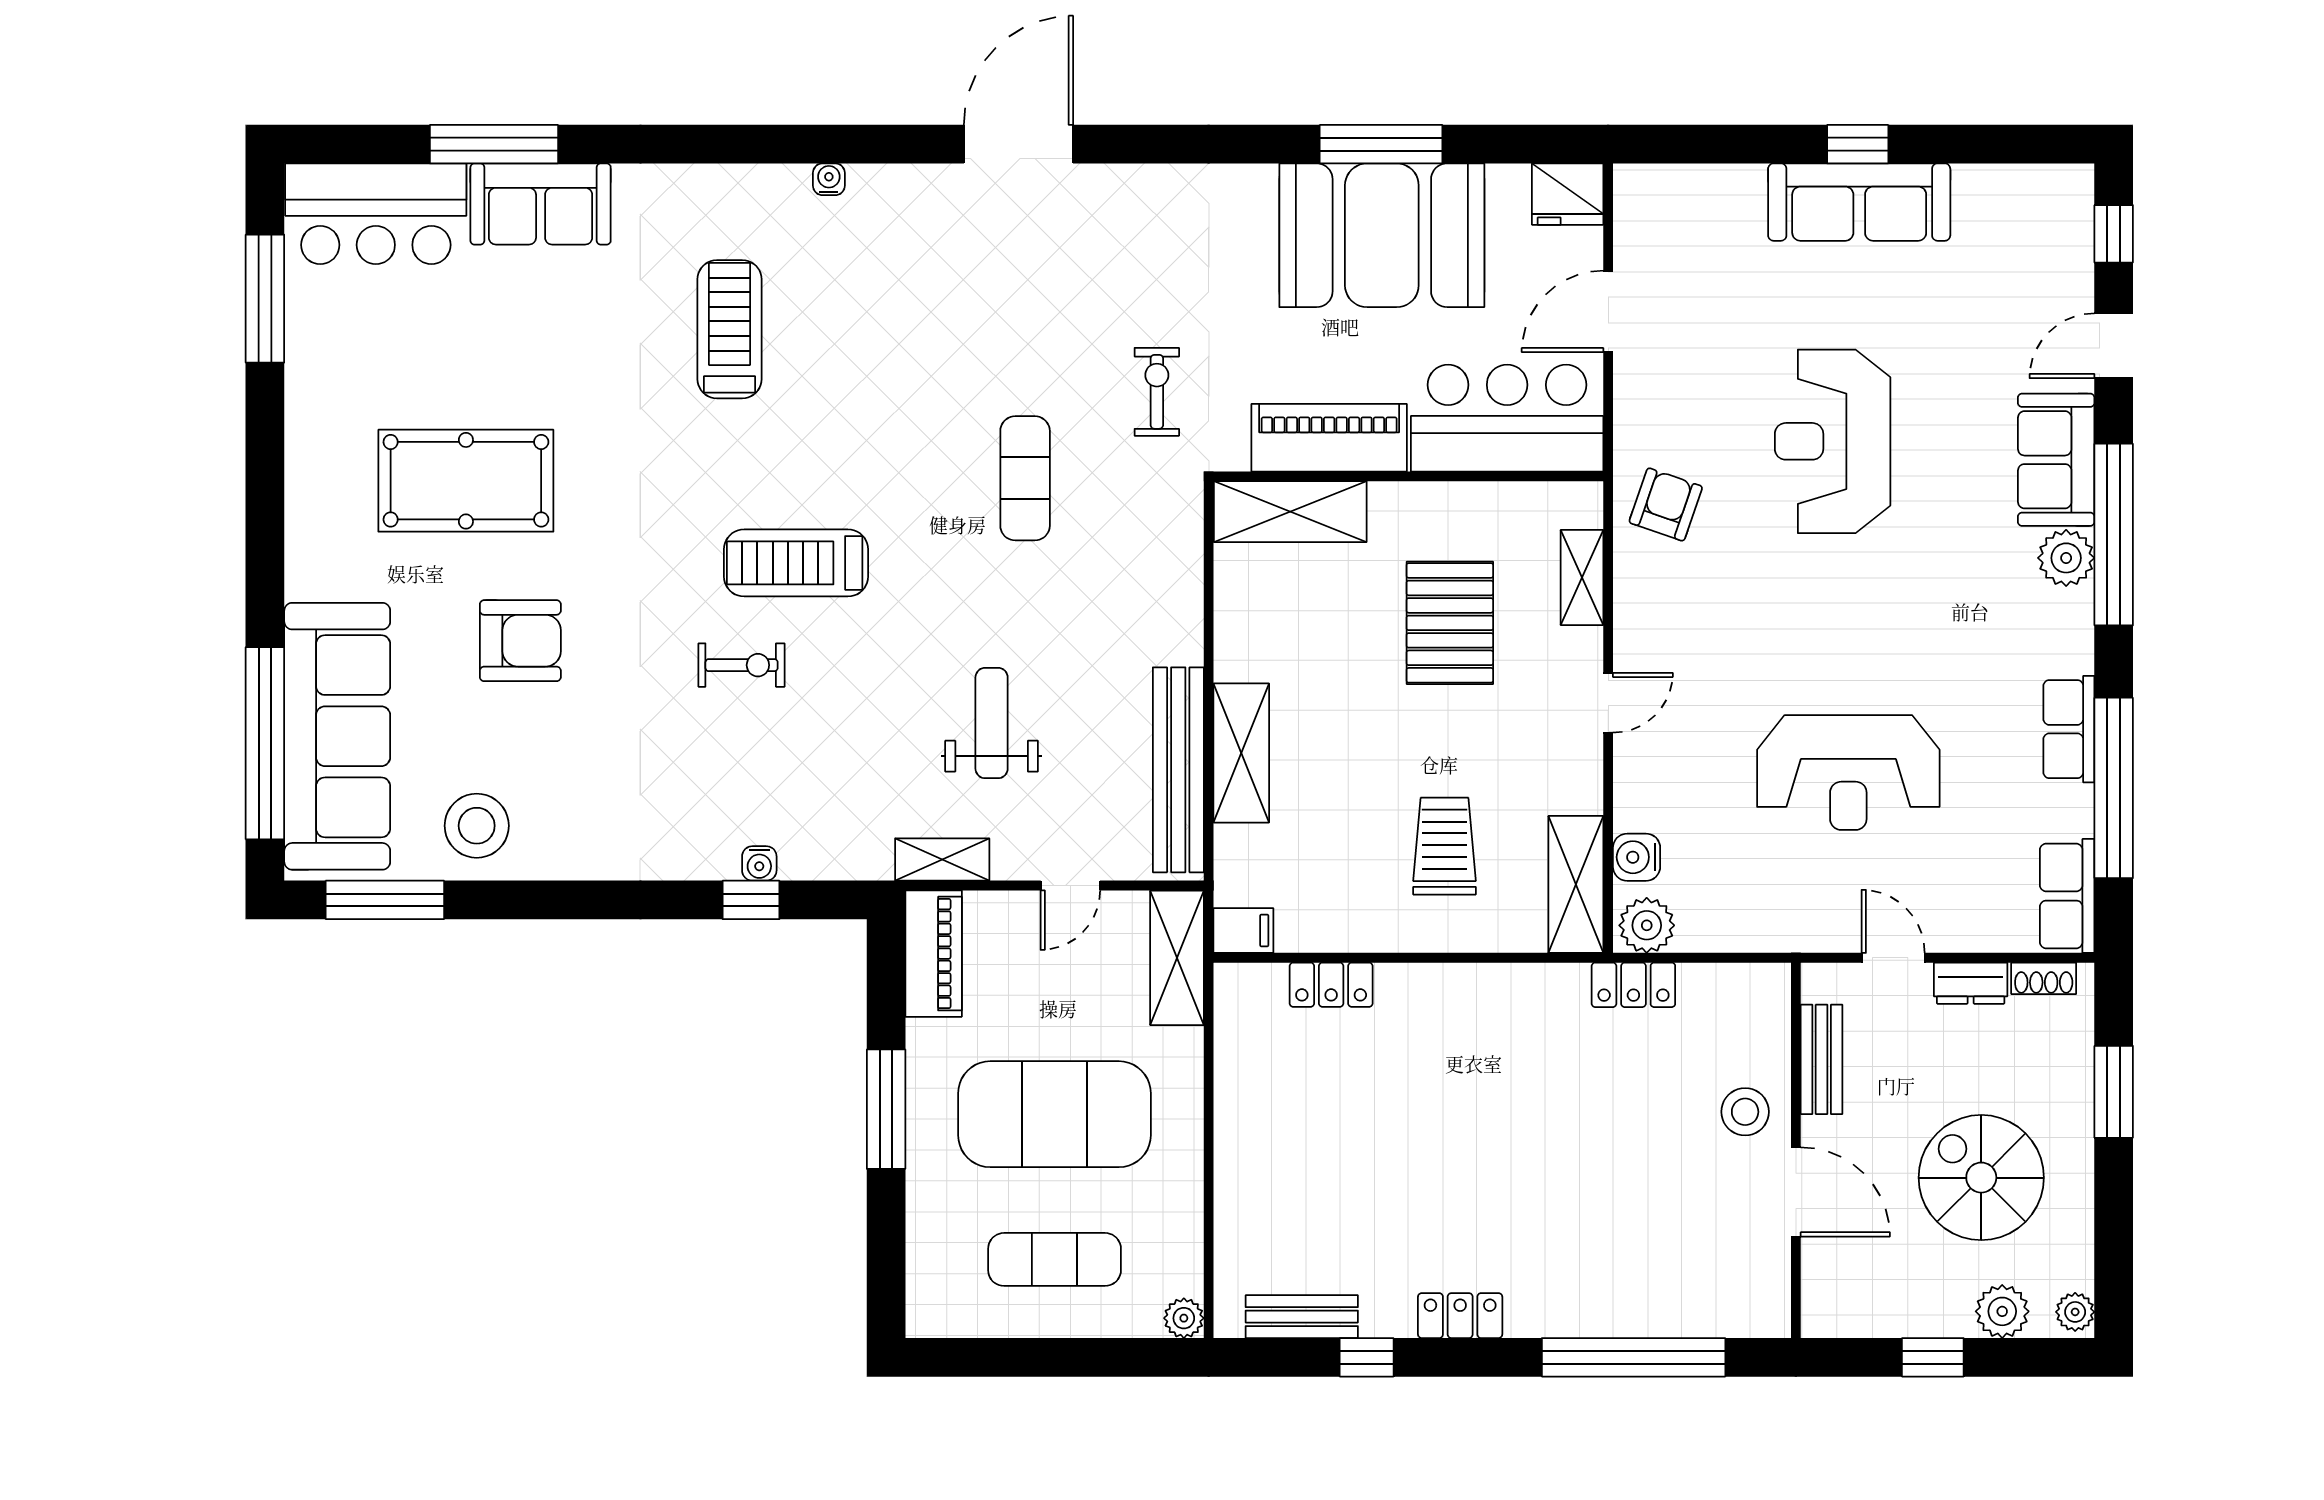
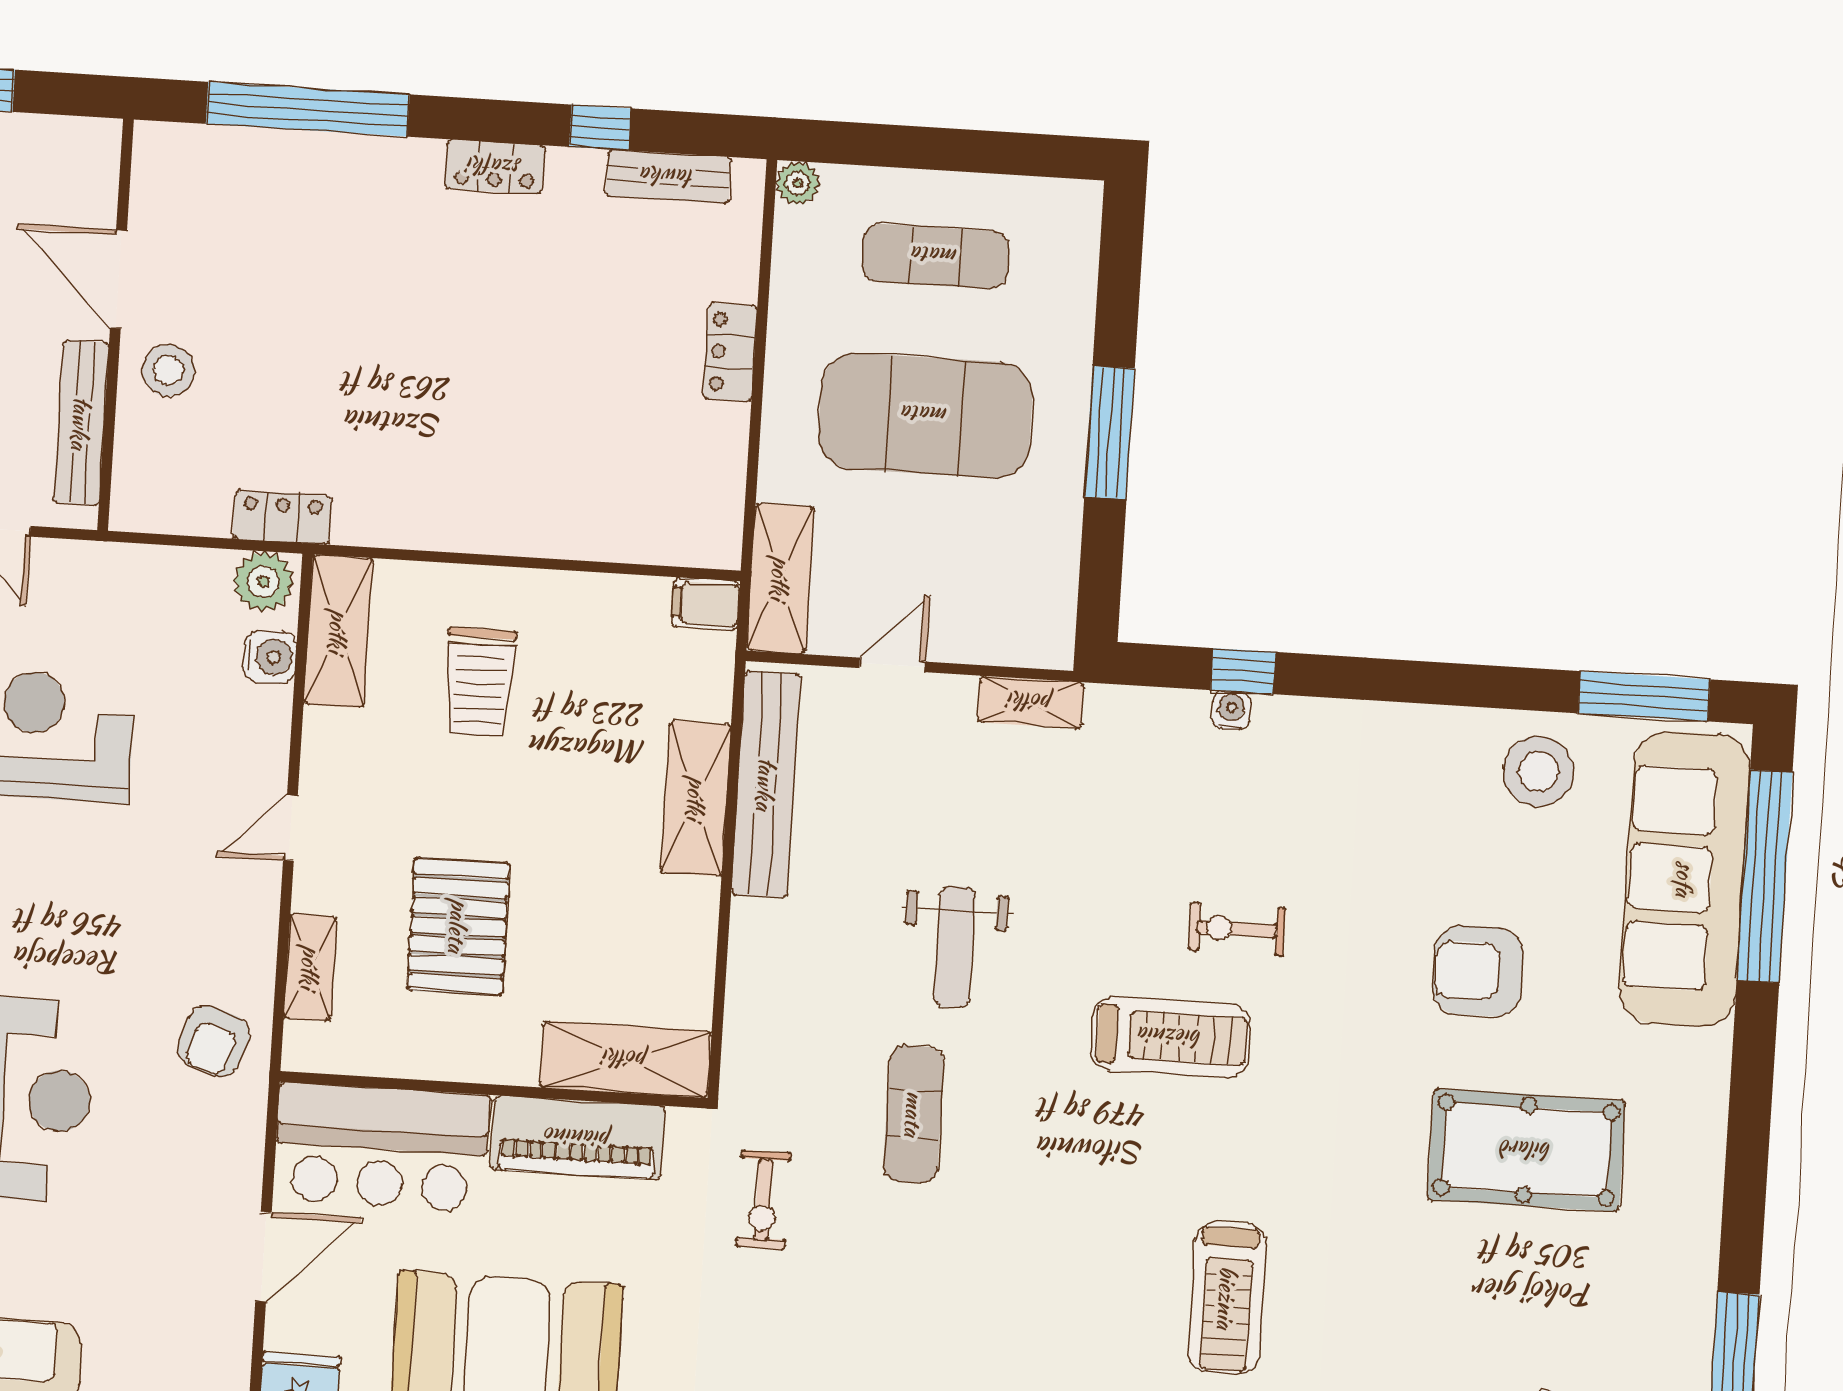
weight bench: (992, 723) -> (955, 947), moved
piano: (934, 954) -> (1047, 600), removed
locker: (1331, 985) -> (730, 352), moved, turned -90
bench: (1822, 1059) -> (81, 423), width x1.36

